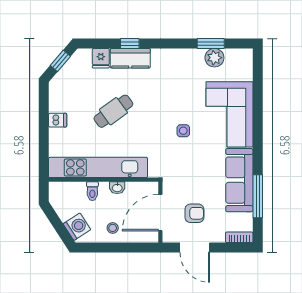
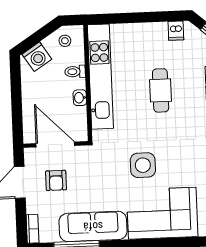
cafe table: (113, 111) -> (161, 90), turned 36
dishwasher: (58, 120) -> (176, 31), moved
side table: (183, 131) -> (143, 165), width x1.87, depth x1.87
stool: (113, 228) -> (65, 41), moved

